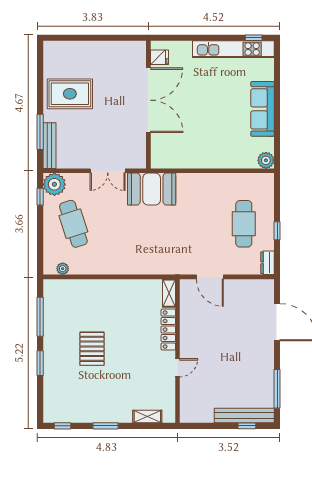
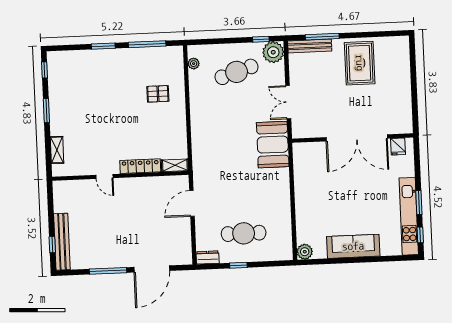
window: (219, 38) -> (419, 203), added
pallet: (92, 349) -> (158, 94), moved, width x0.67, depth x0.71
window: (277, 389) -> (108, 271), moved

